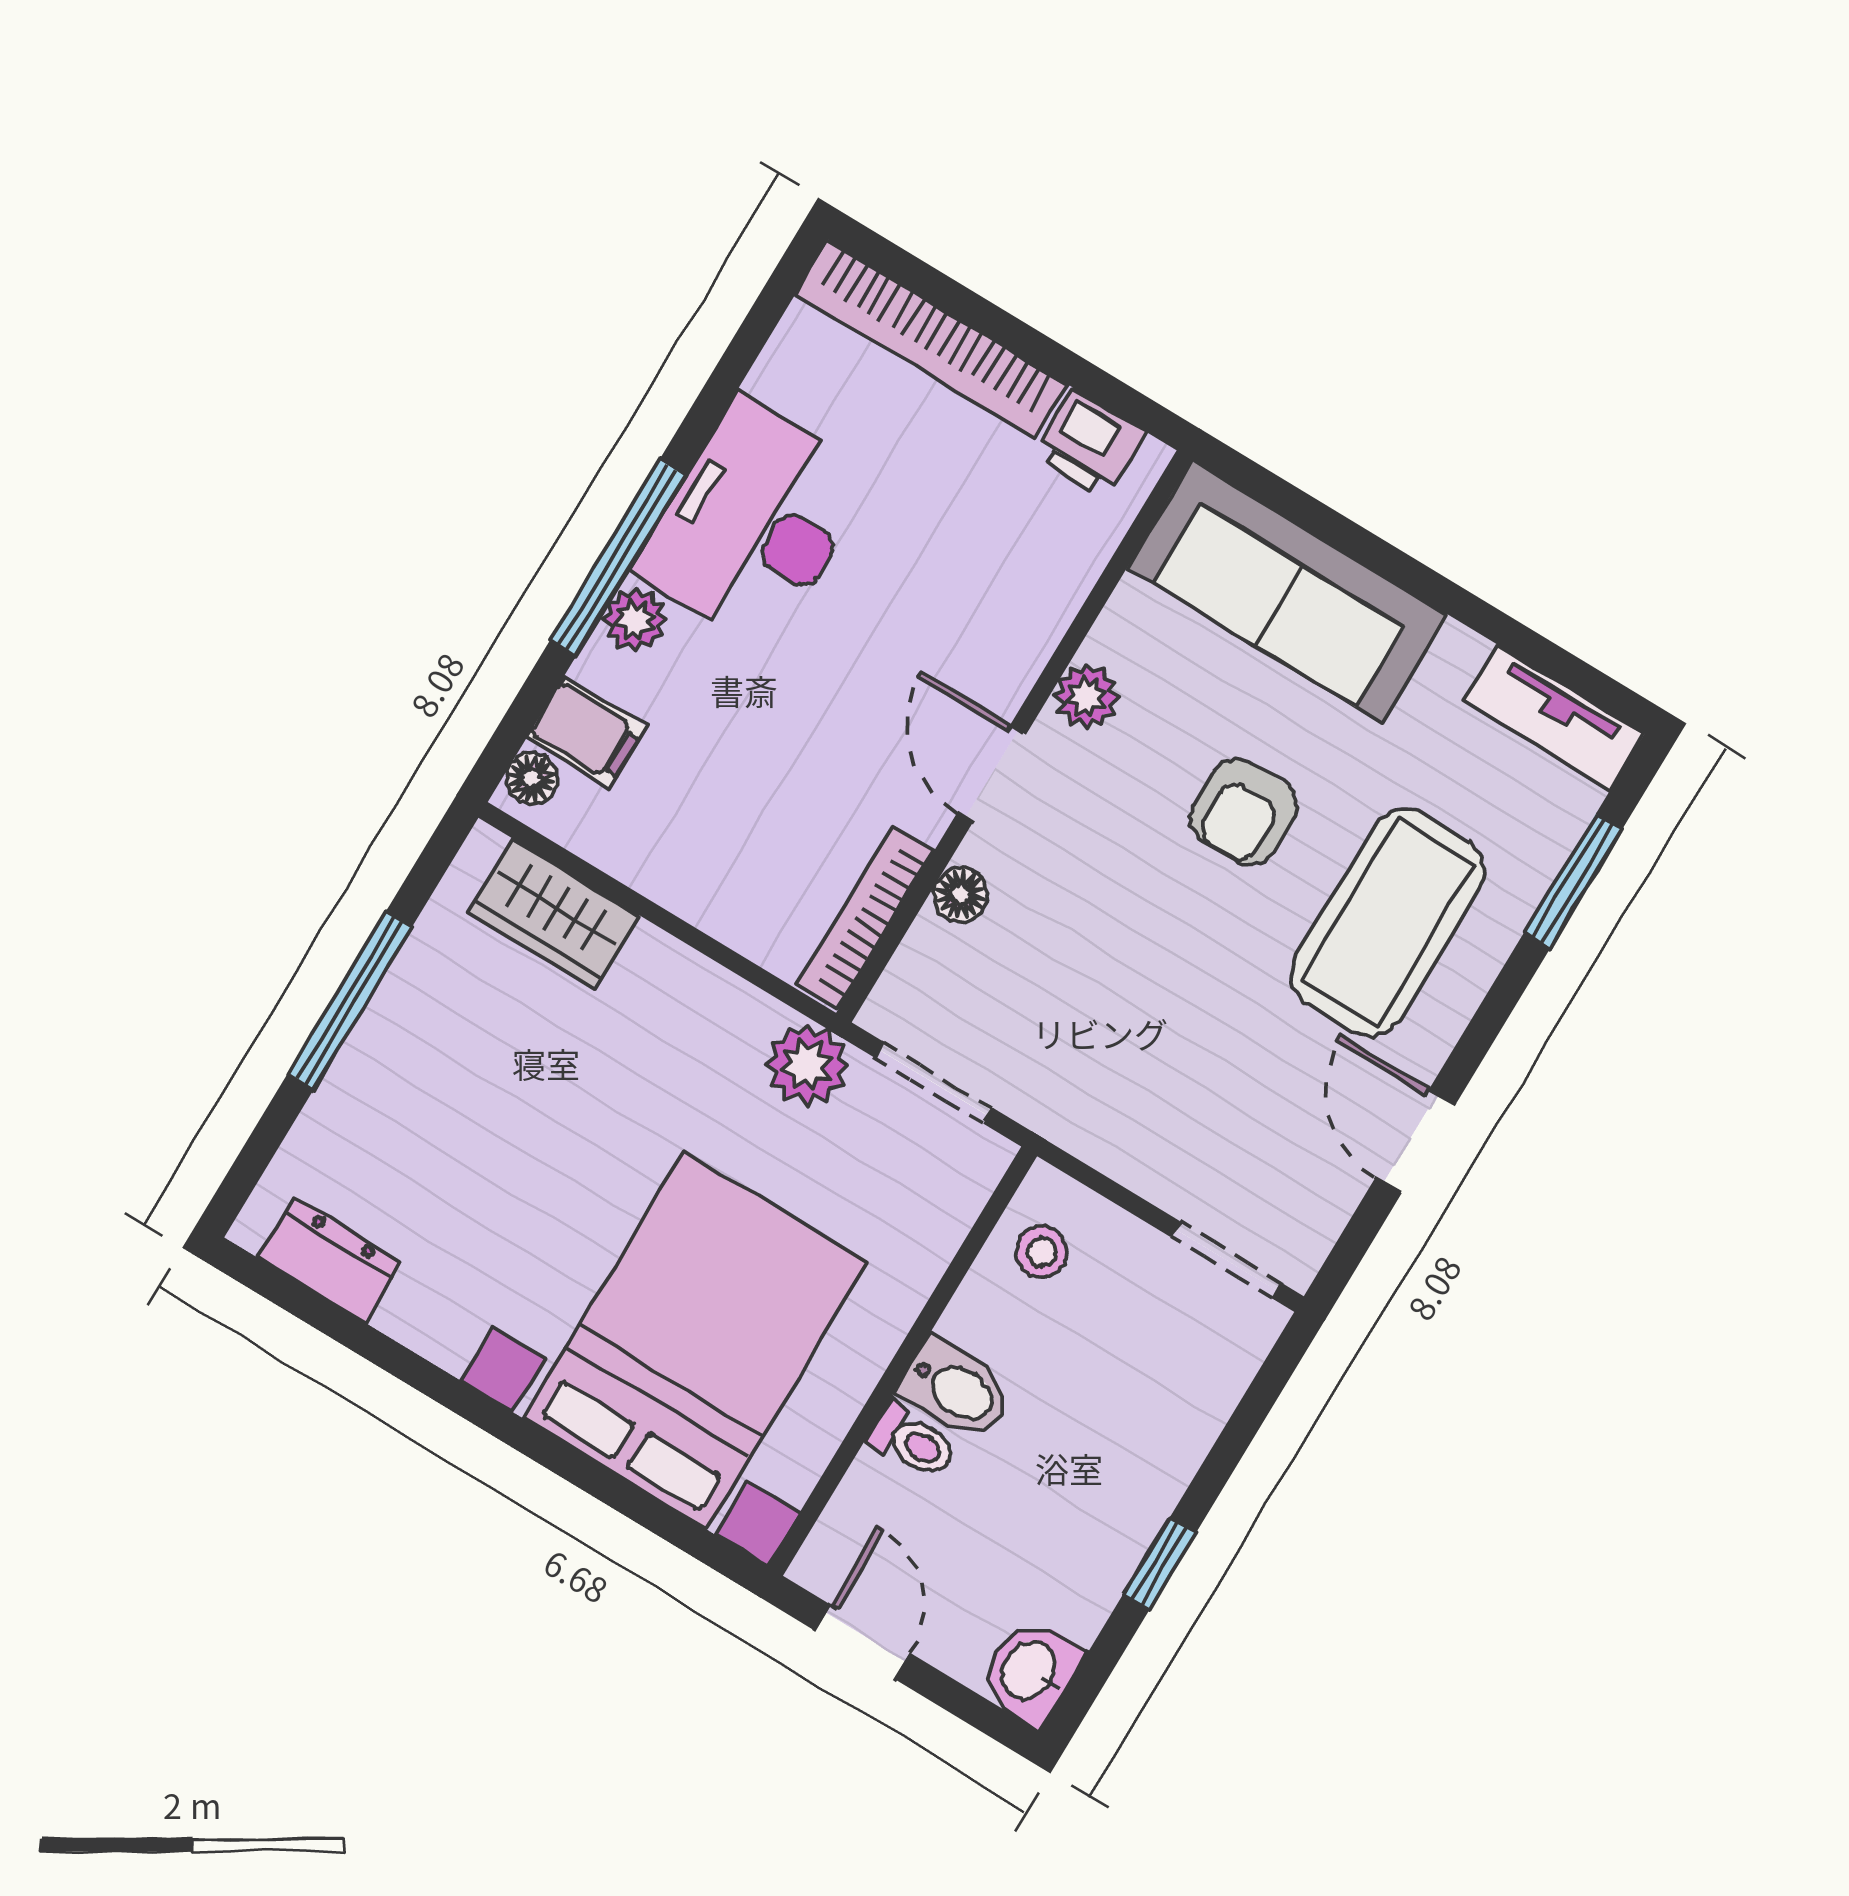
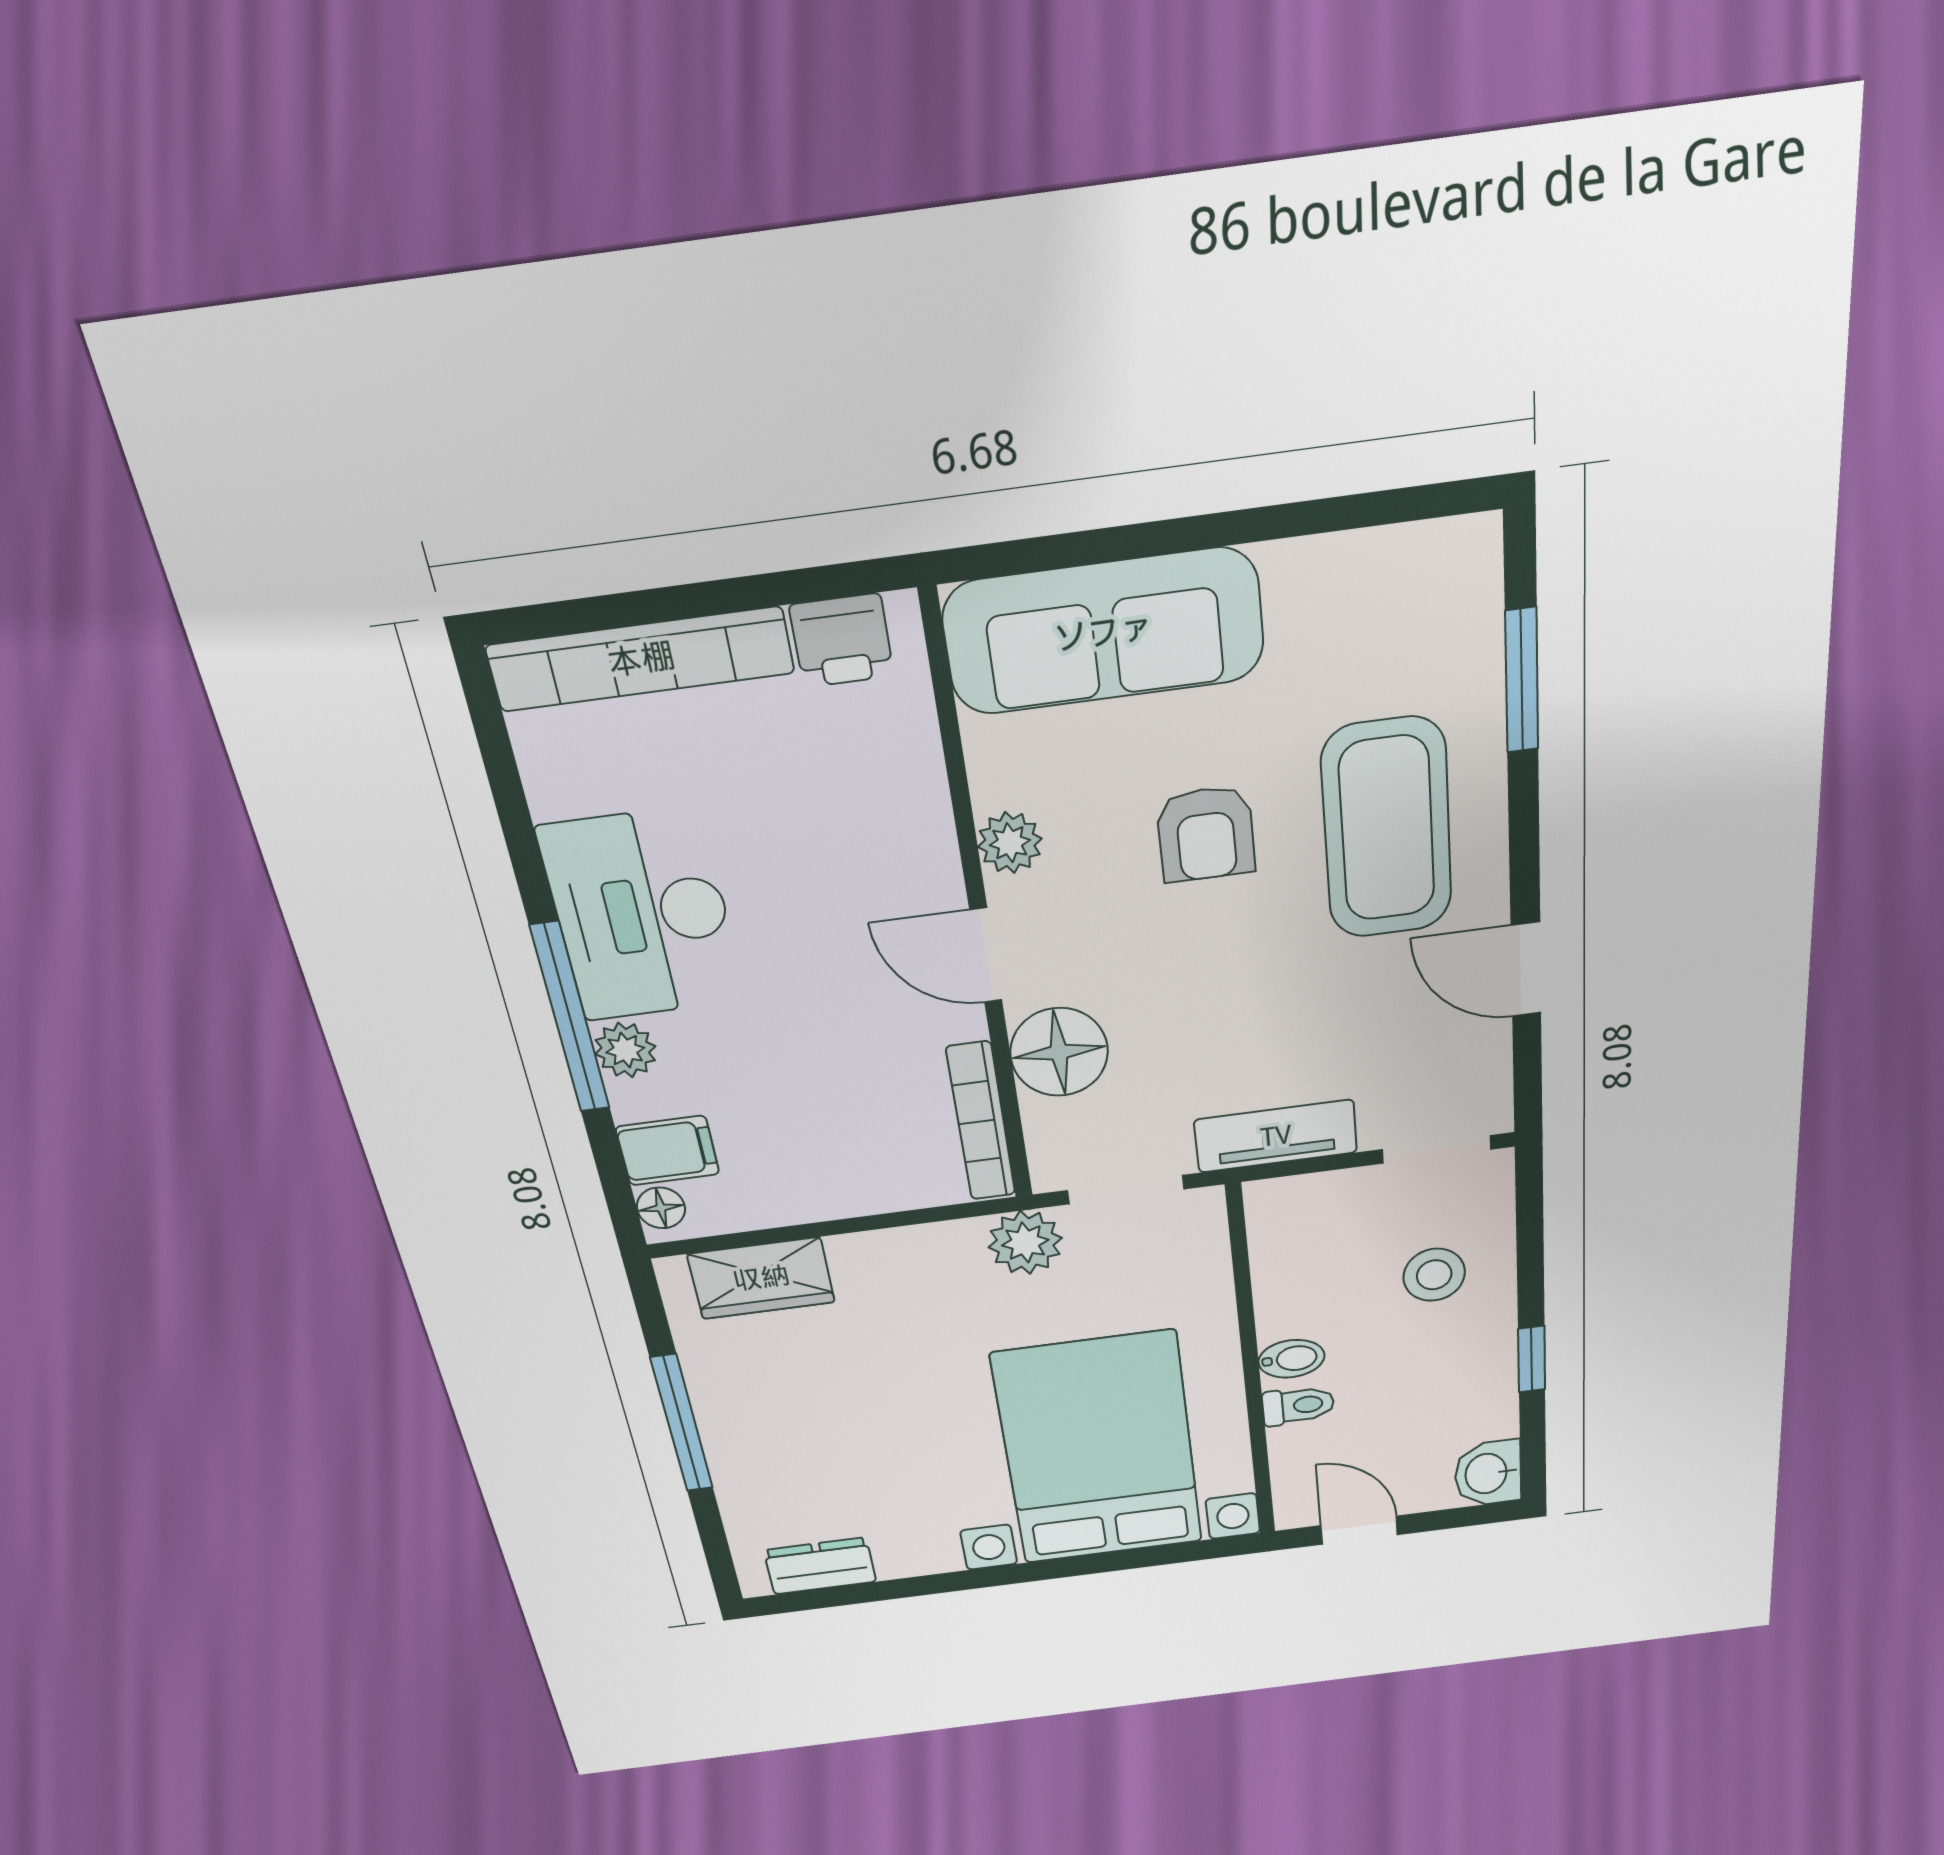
tv unit: (1554, 717) -> (1276, 1136), moved, turned 180
floor lamp: (961, 894) -> (1059, 1052), width x1.89, depth x1.89
stool: (1041, 1252) -> (1434, 1275), moved, width x1.37, depth x1.37
bidet: (956, 1389) -> (1291, 1359), width x0.72, depth x0.74

